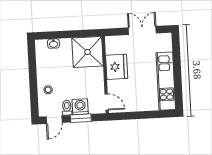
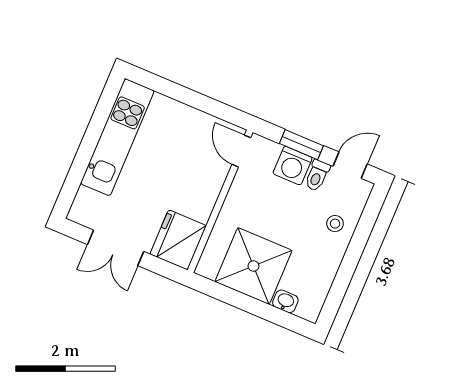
shower: (88, 52) -> (254, 266), moved
fridge: (117, 67) -> (178, 240), moved

